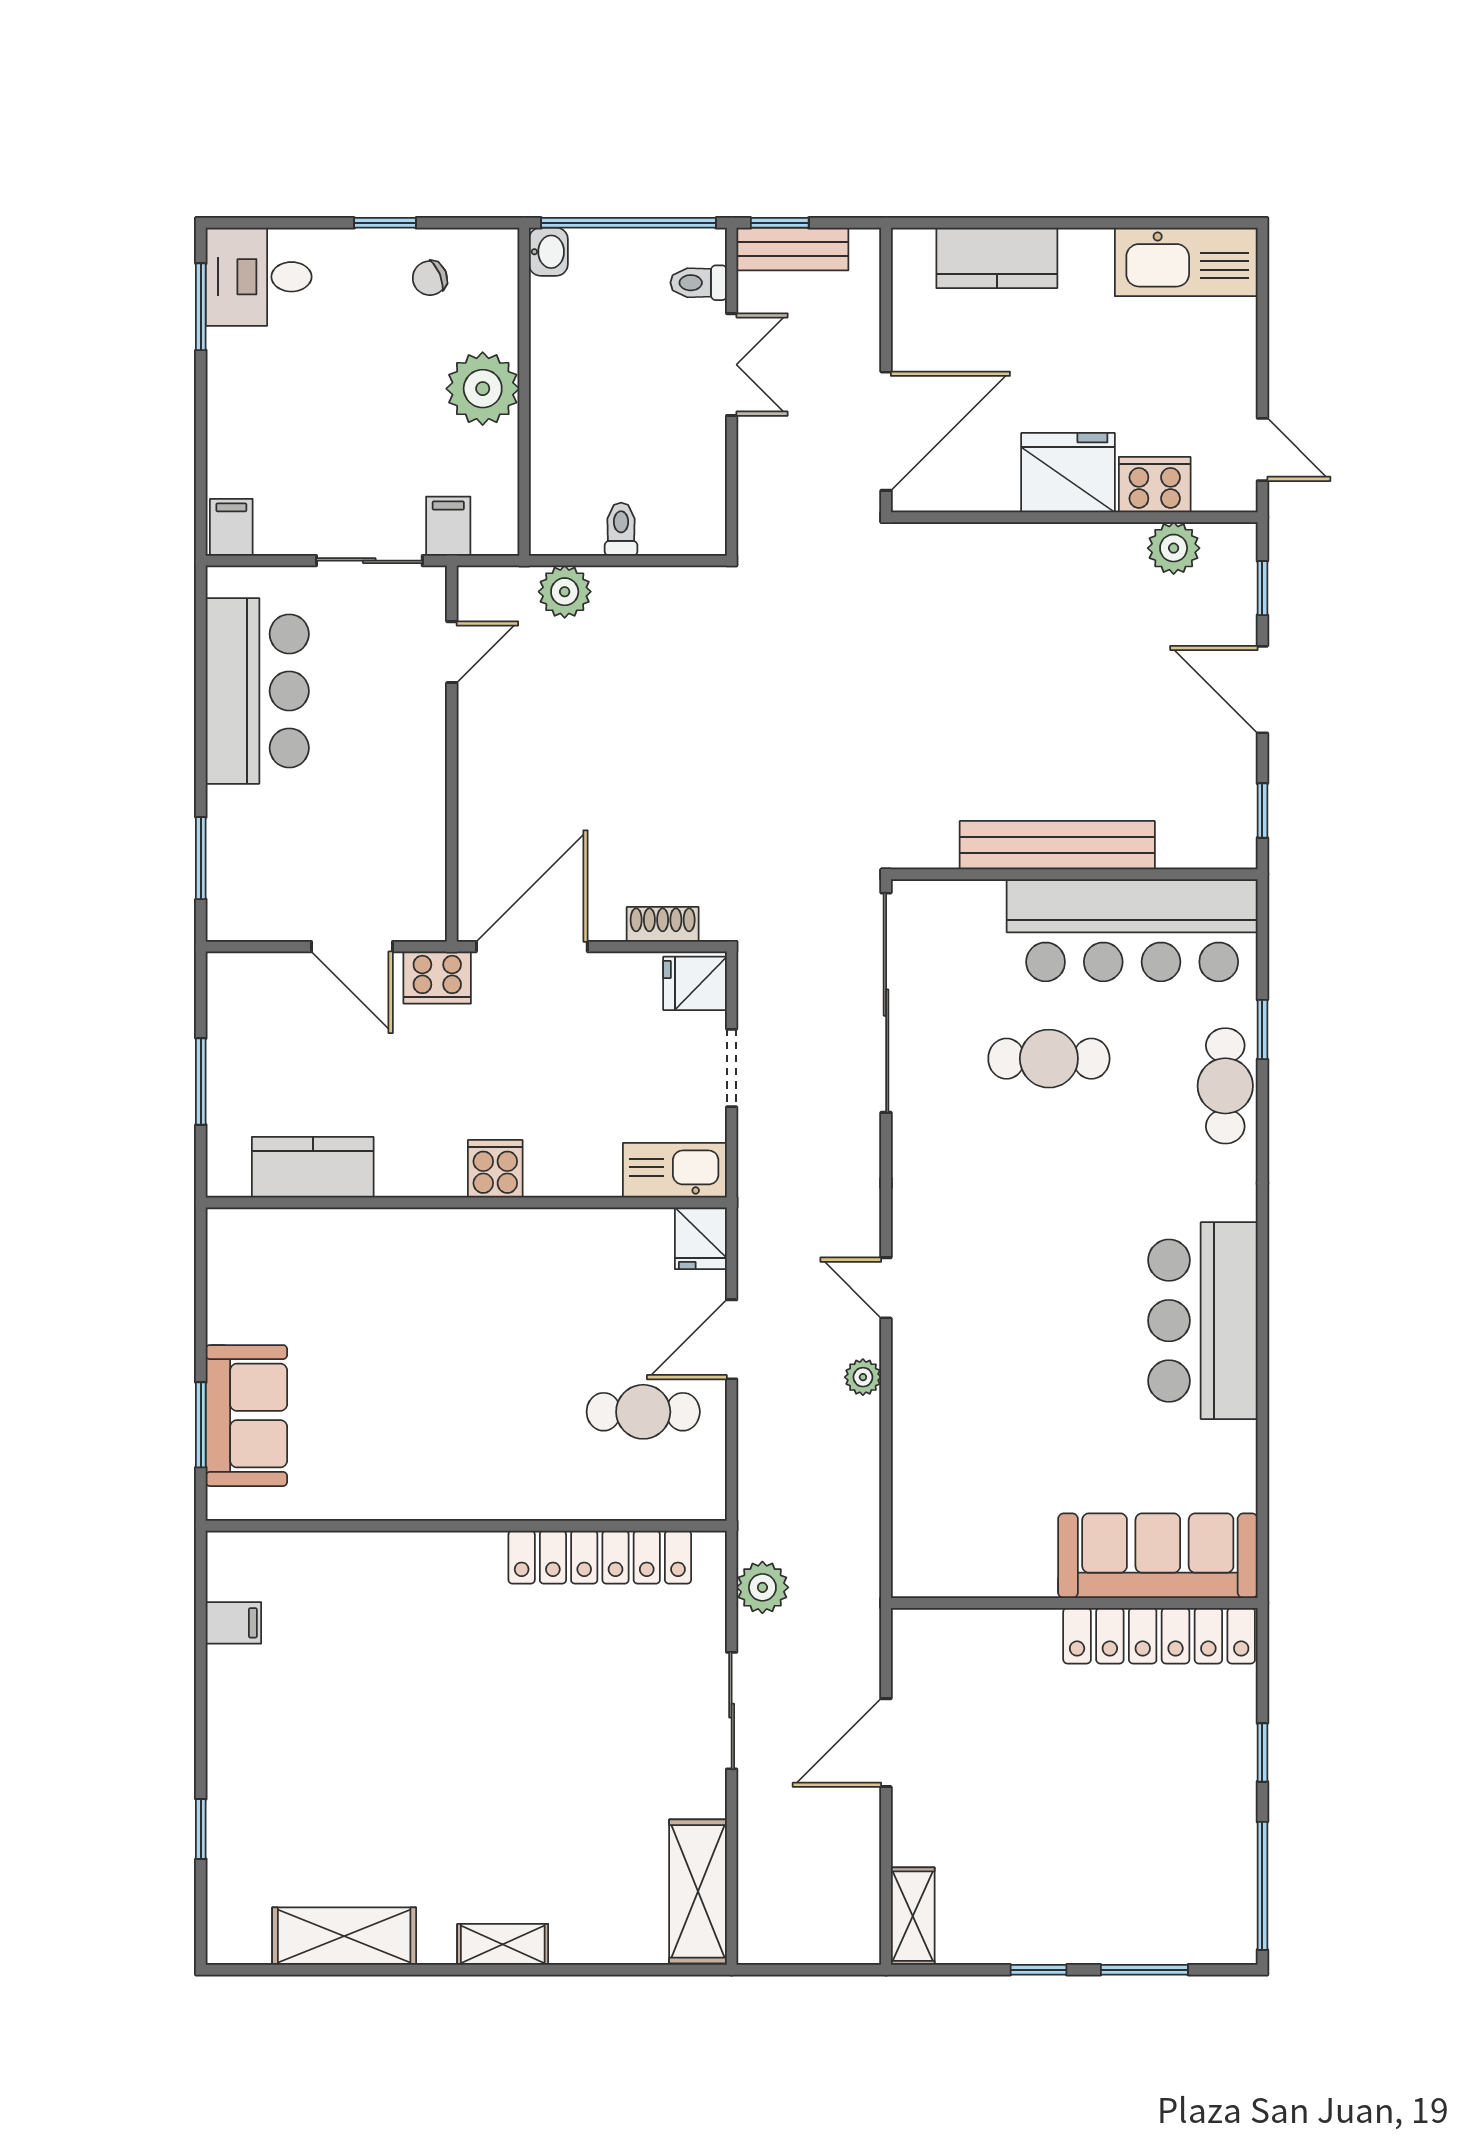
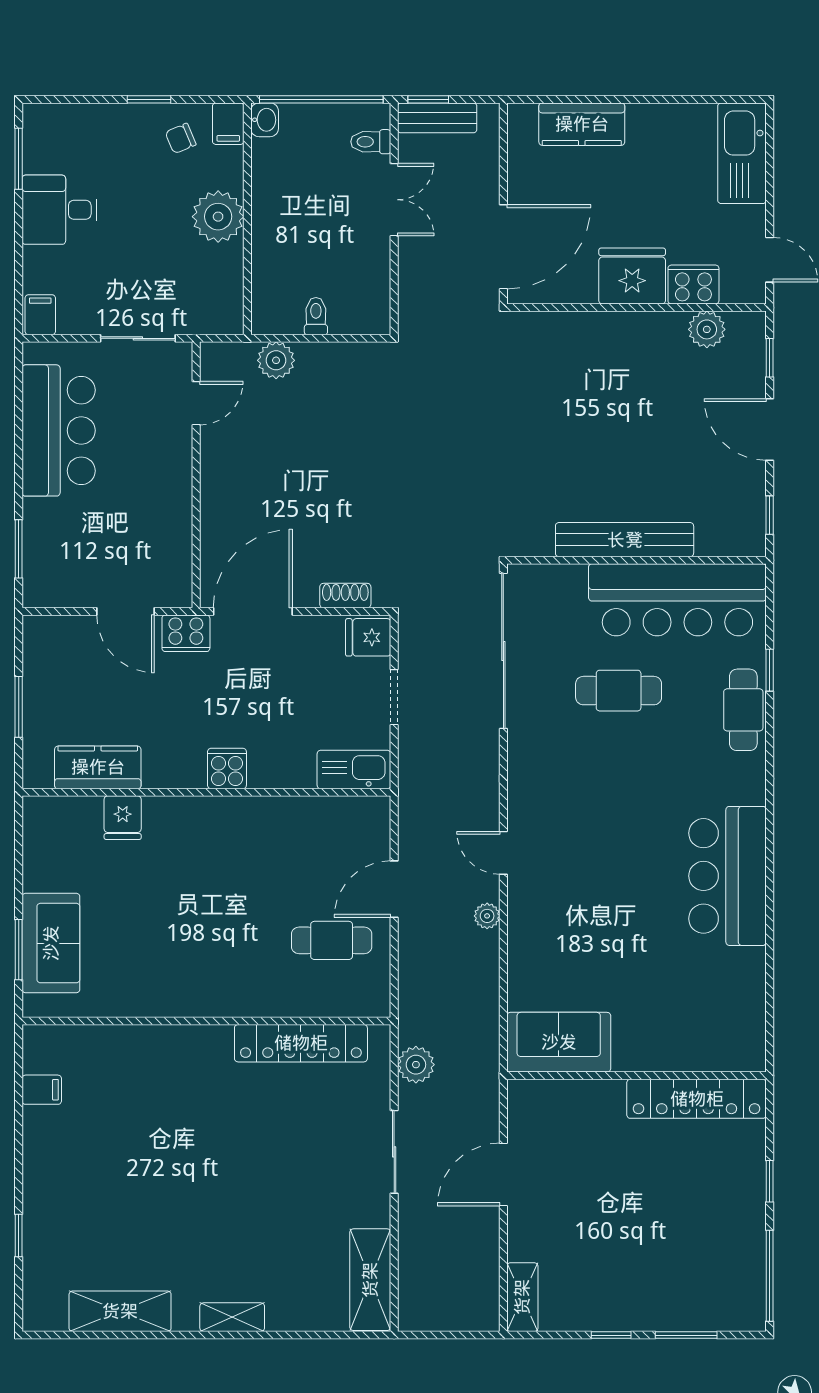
kitchen sink: (1186, 262) -> (742, 153), moved, turned 90
desk: (259, 277) -> (60, 210), moved
filing cabinet: (448, 526) -> (228, 124), moved, turned 180
fridge: (701, 1238) -> (123, 818), moved
sofa: (1158, 1556) -> (559, 1042), moved, width x0.73

